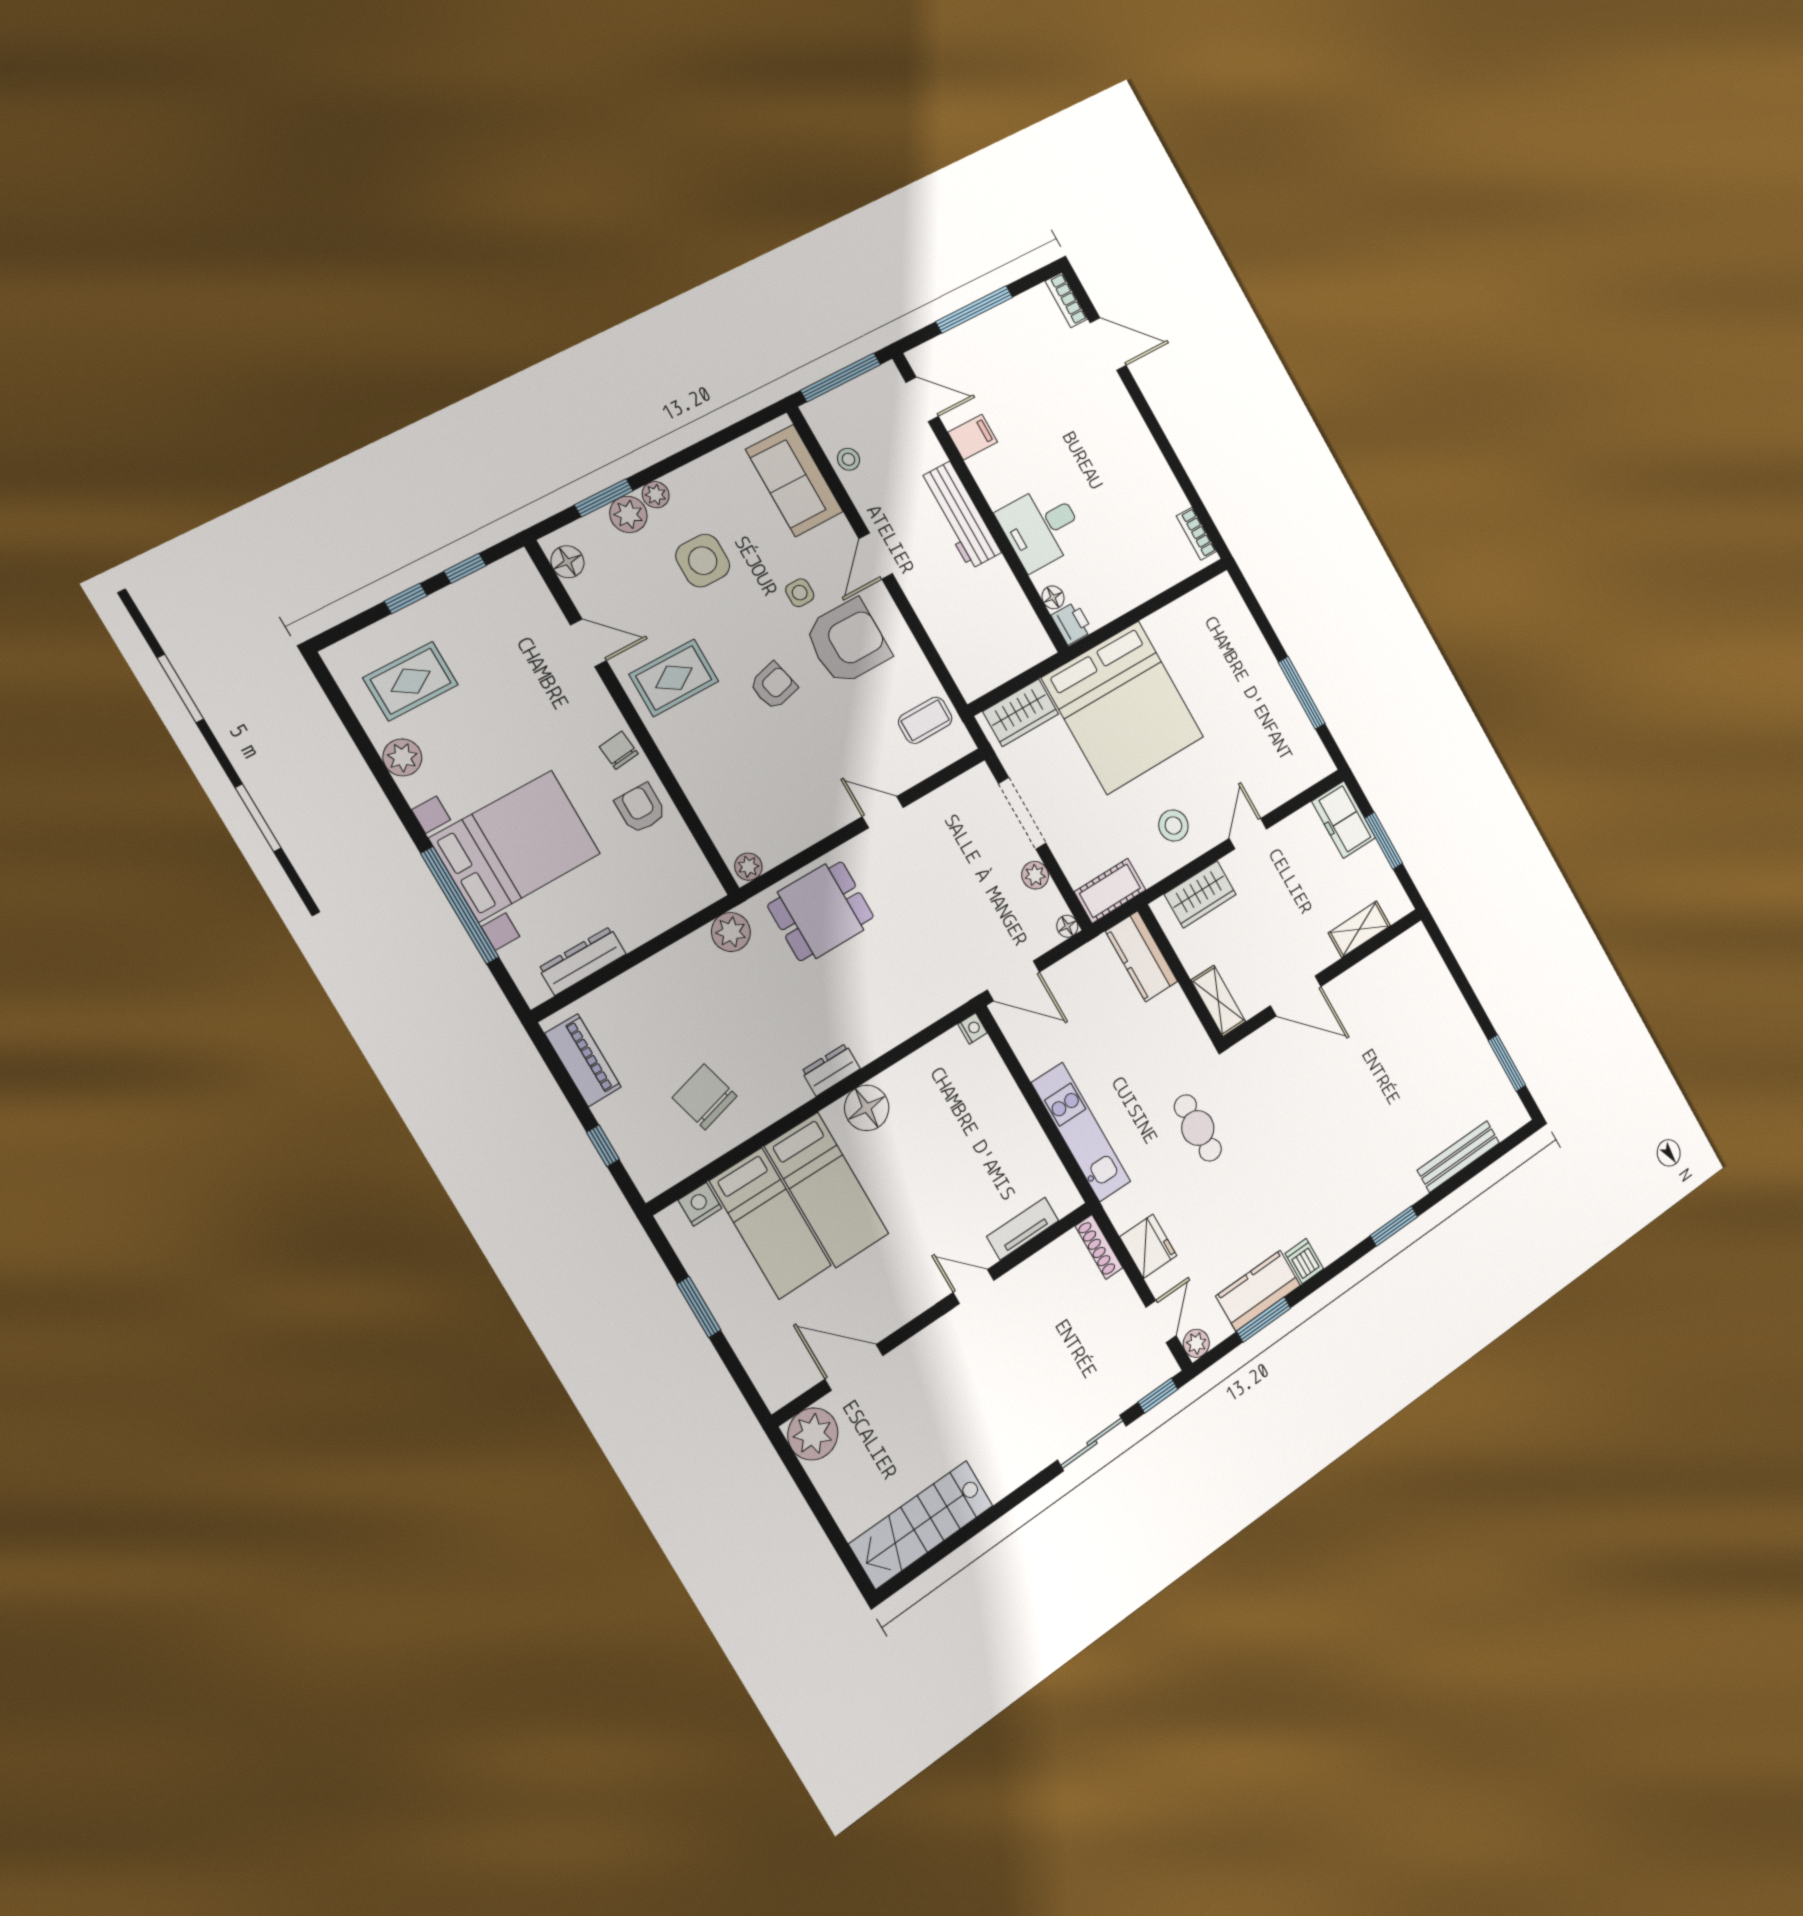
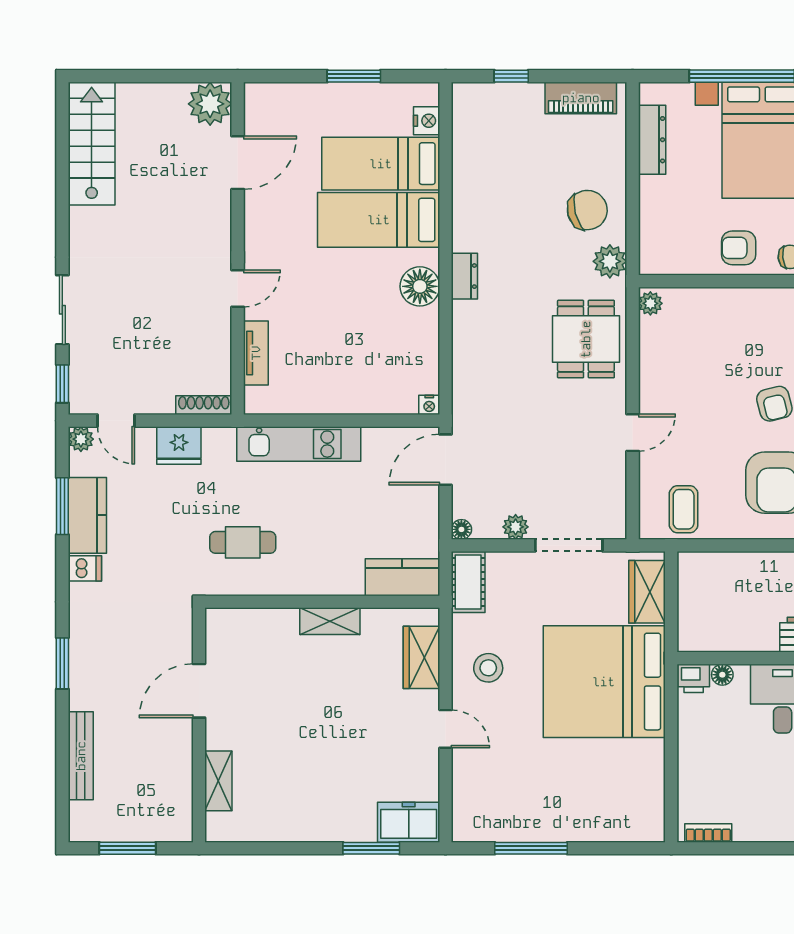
armchair: (641, 808) -> (739, 248), turned 180
shelving: (1359, 929) -> (218, 781), moved
wall: (1324, 977) -> (199, 725), moved
door: (1296, 996) -> (199, 691), moved
chair: (705, 1097) -> (587, 210), moved

